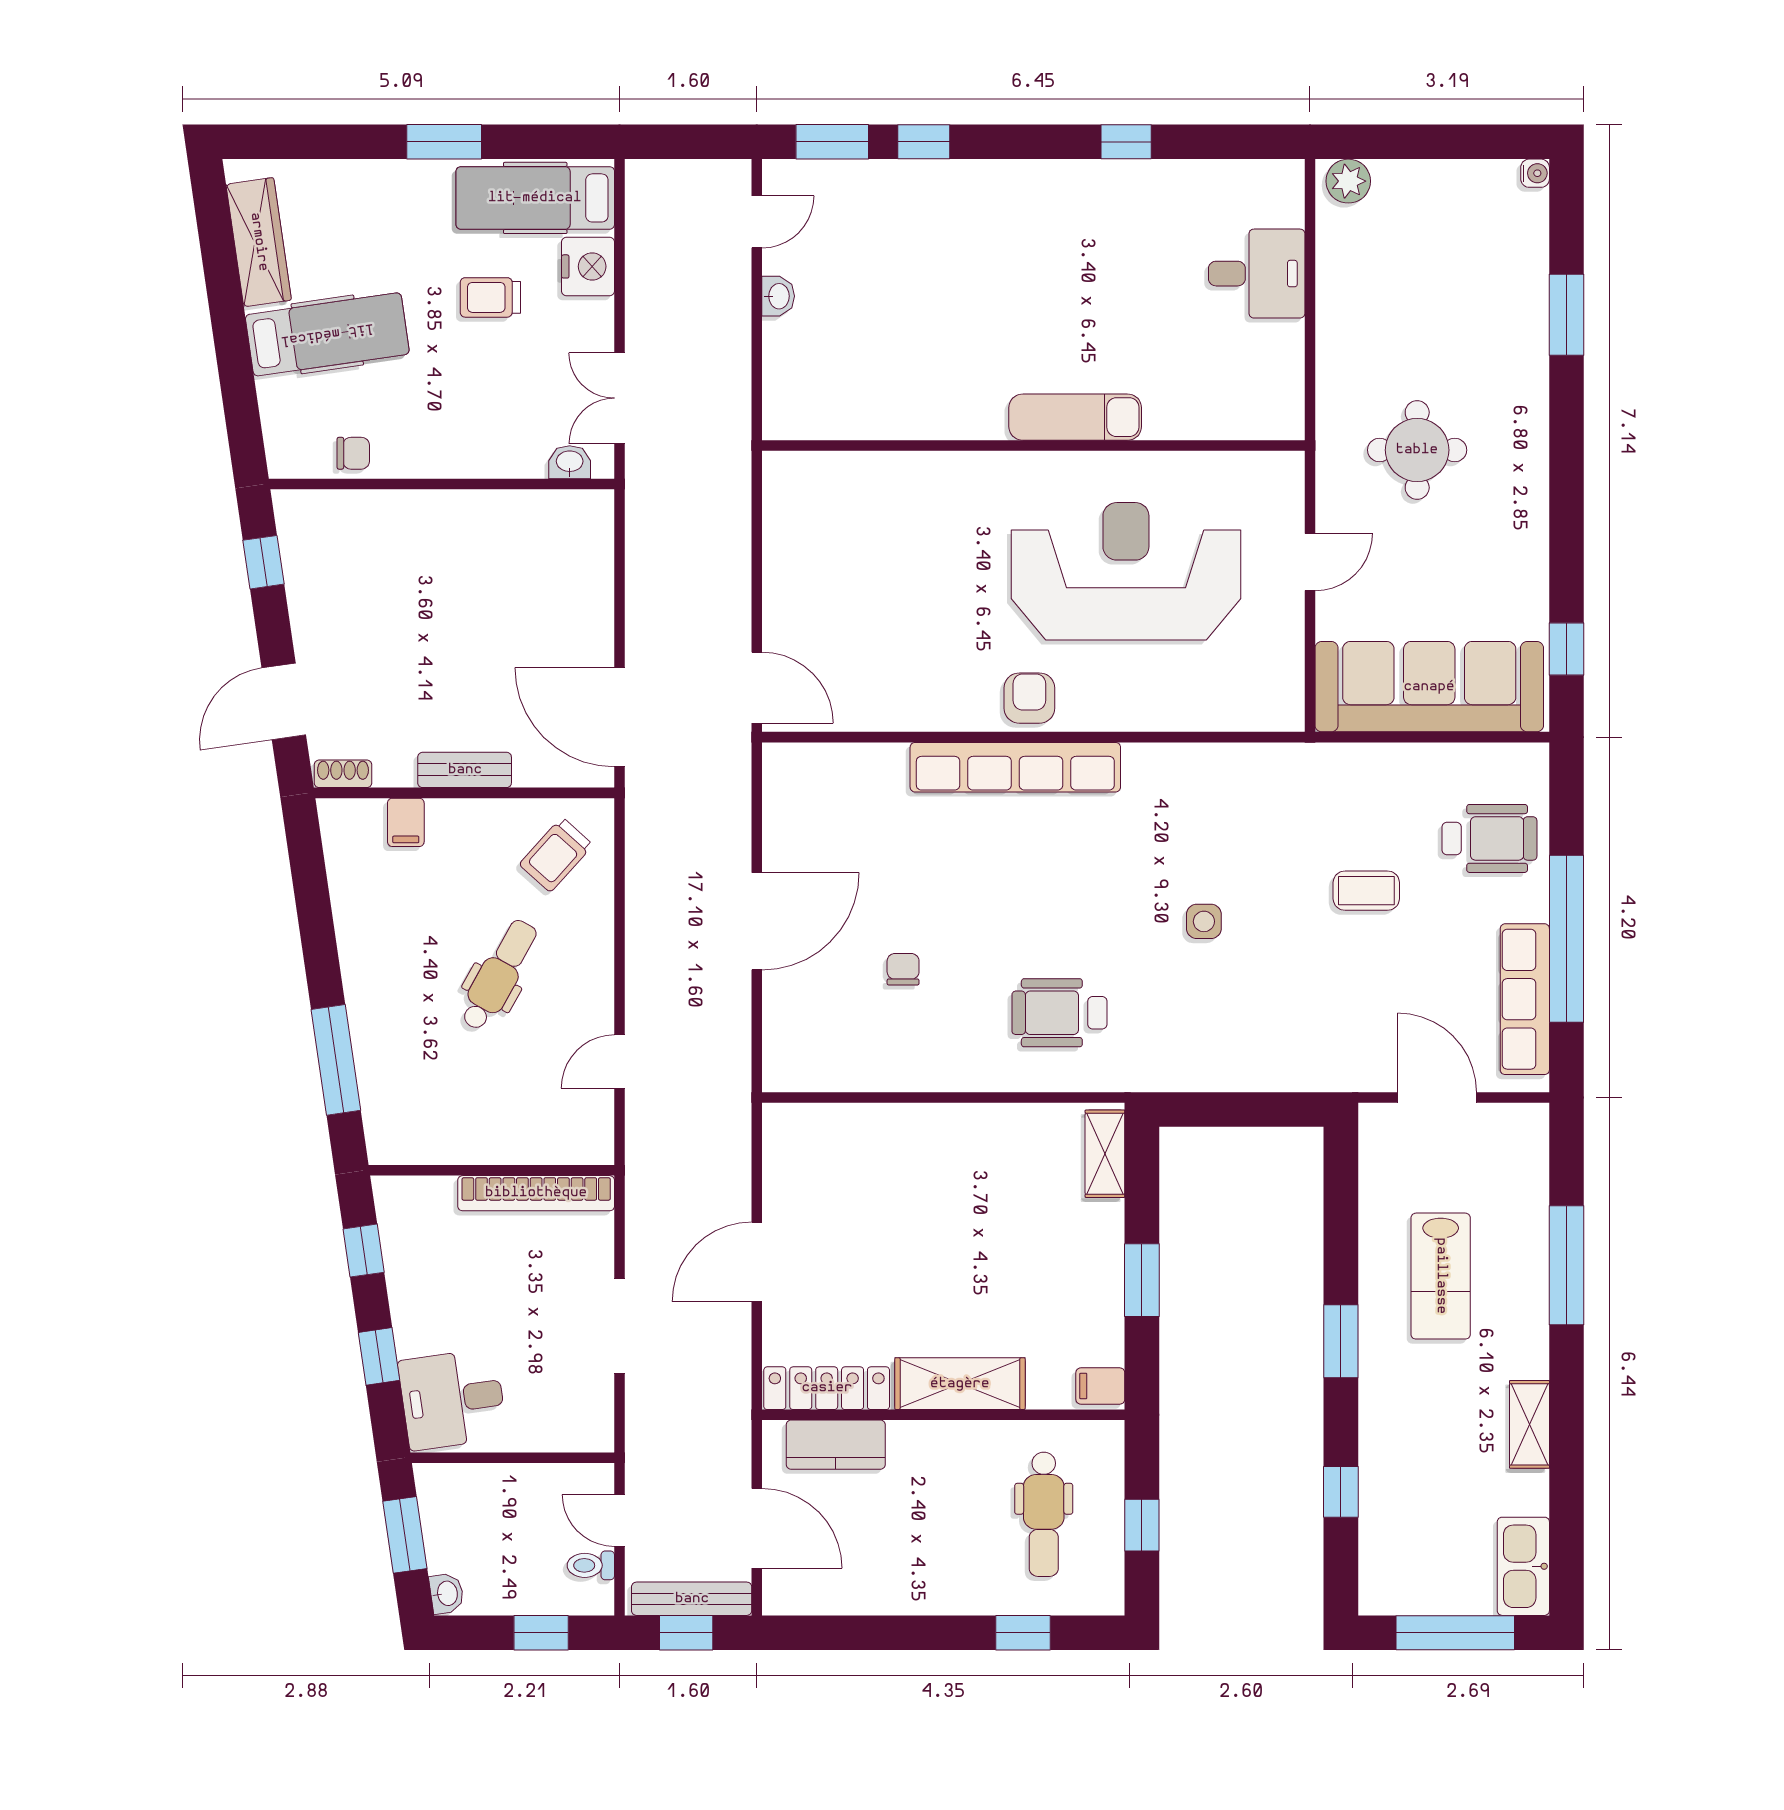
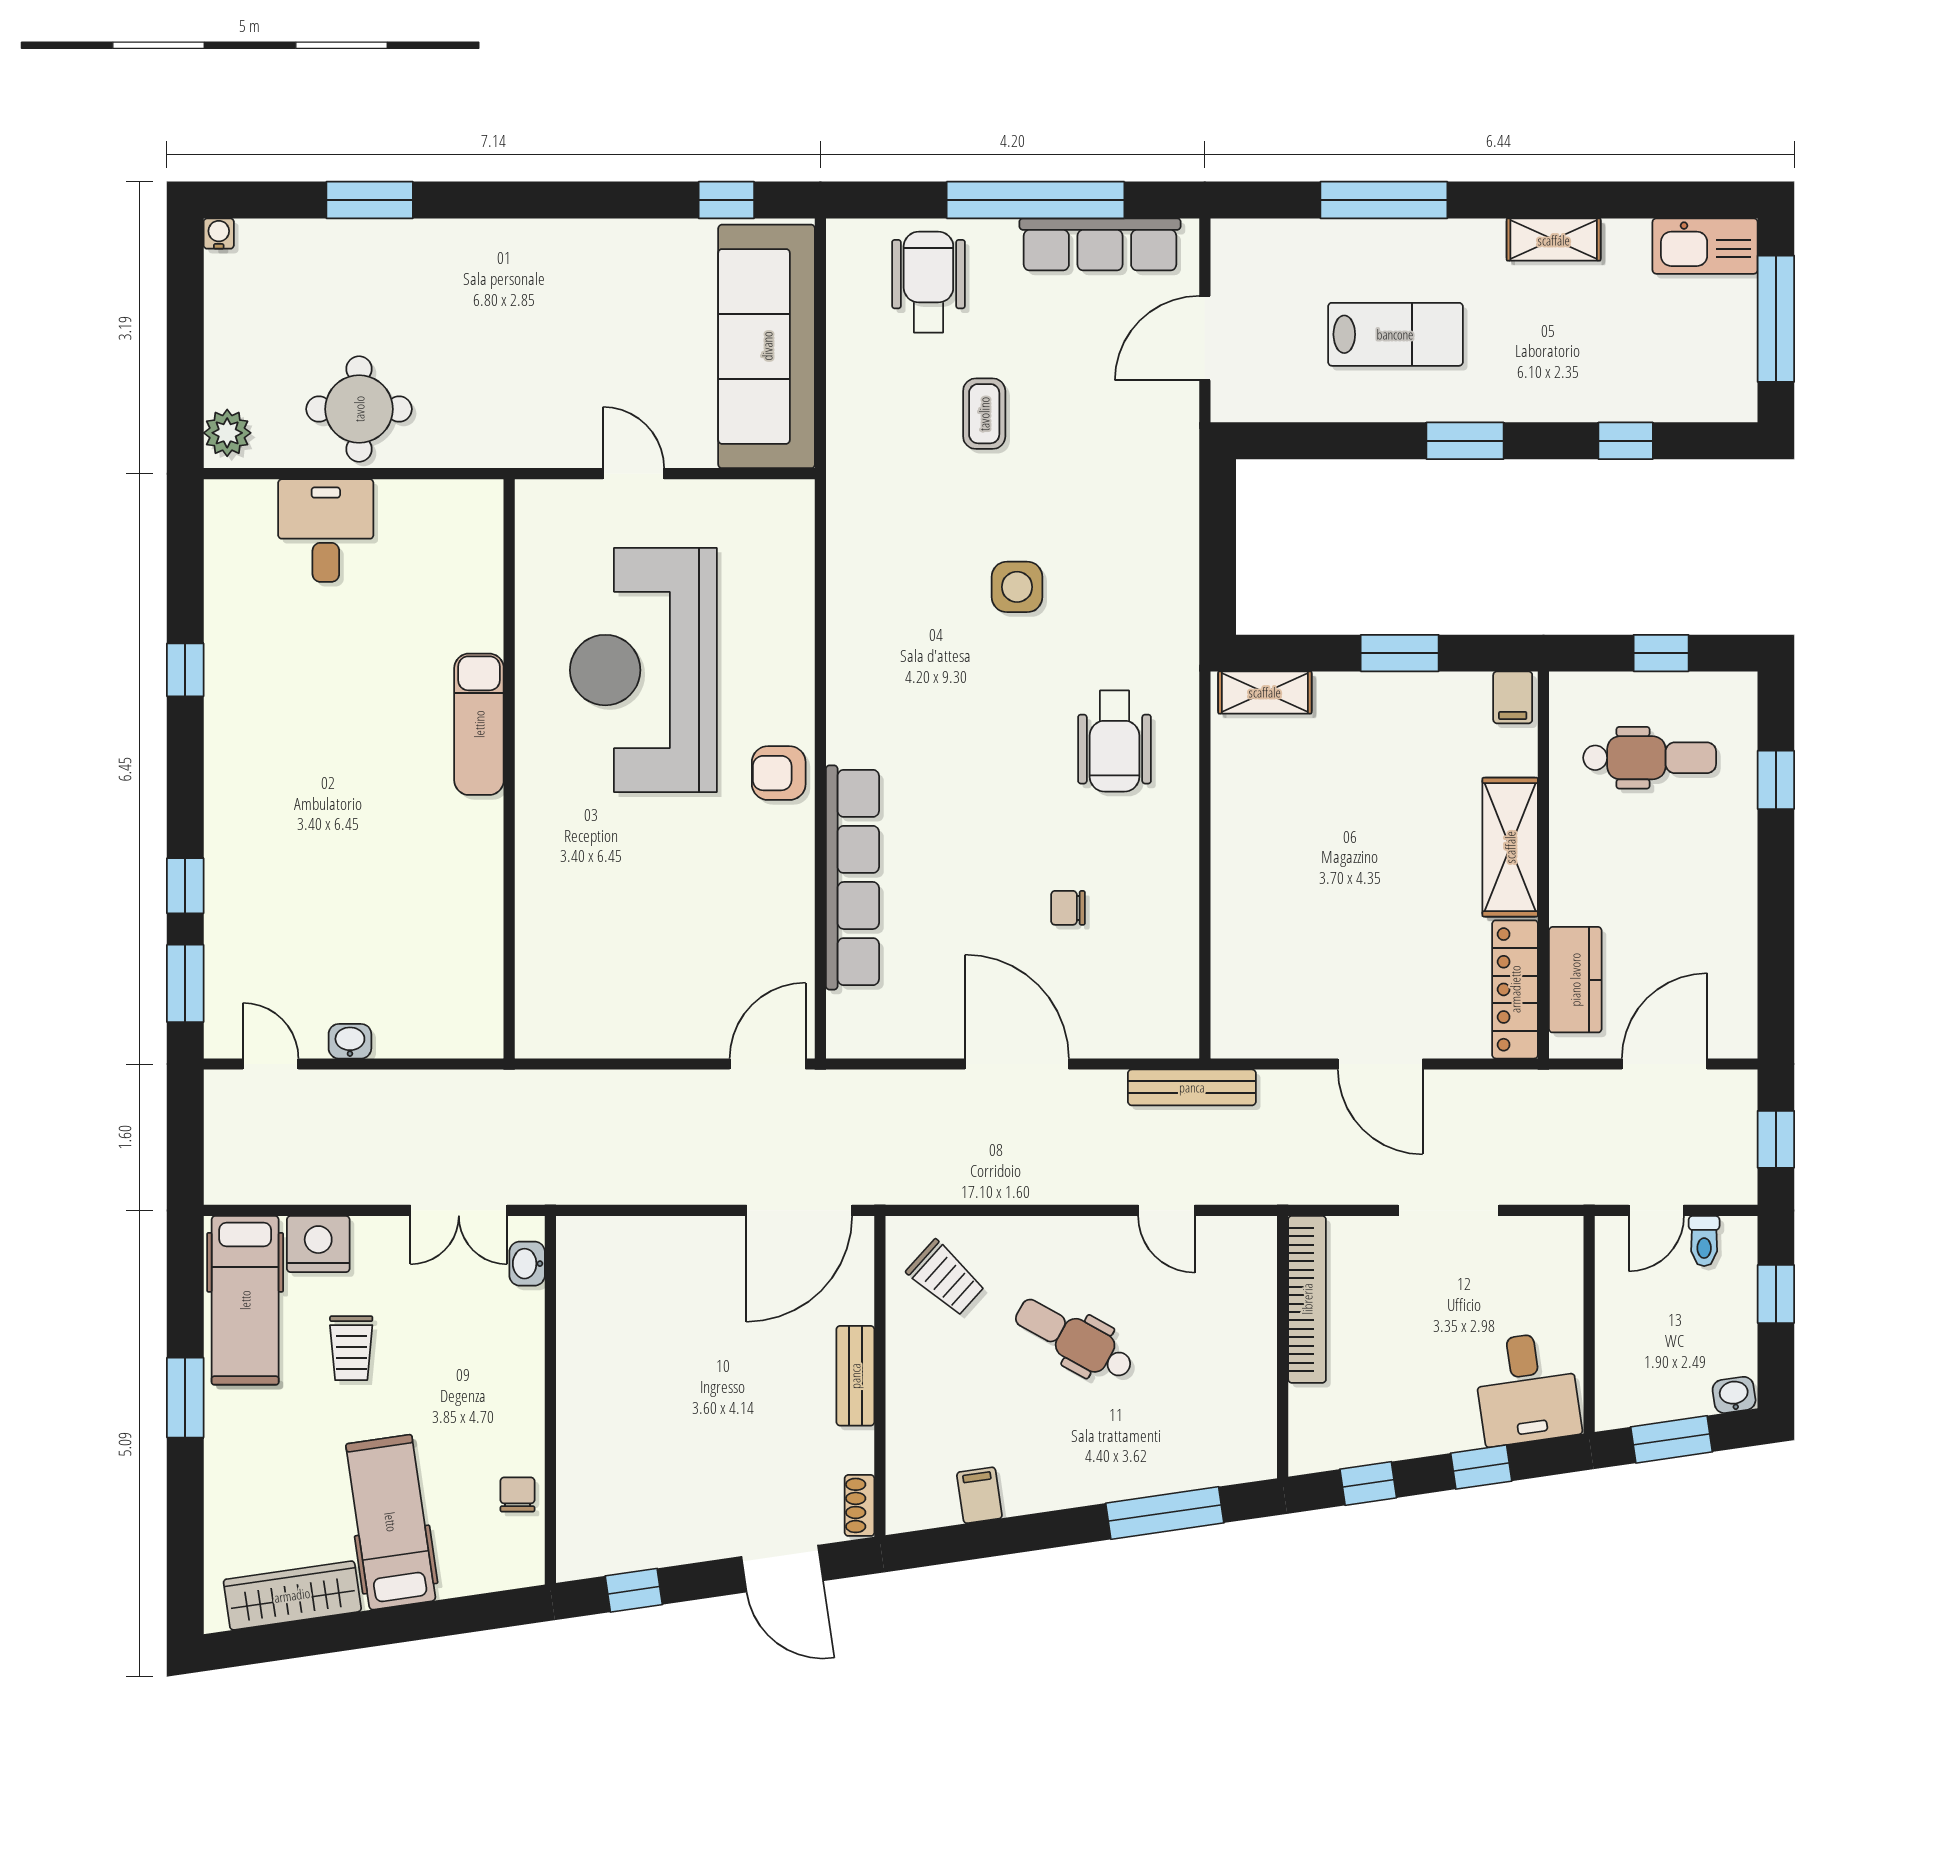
round table: (1417, 450) -> (359, 409), moved
row of seats: (1015, 767) -> (852, 877), moved
filing cabinet: (406, 822) -> (979, 1495), moved, turned -98
side table: (1204, 921) -> (1017, 587), width x1.37, depth x1.37
bench: (692, 1599) -> (1192, 1087), moved, turned 90

